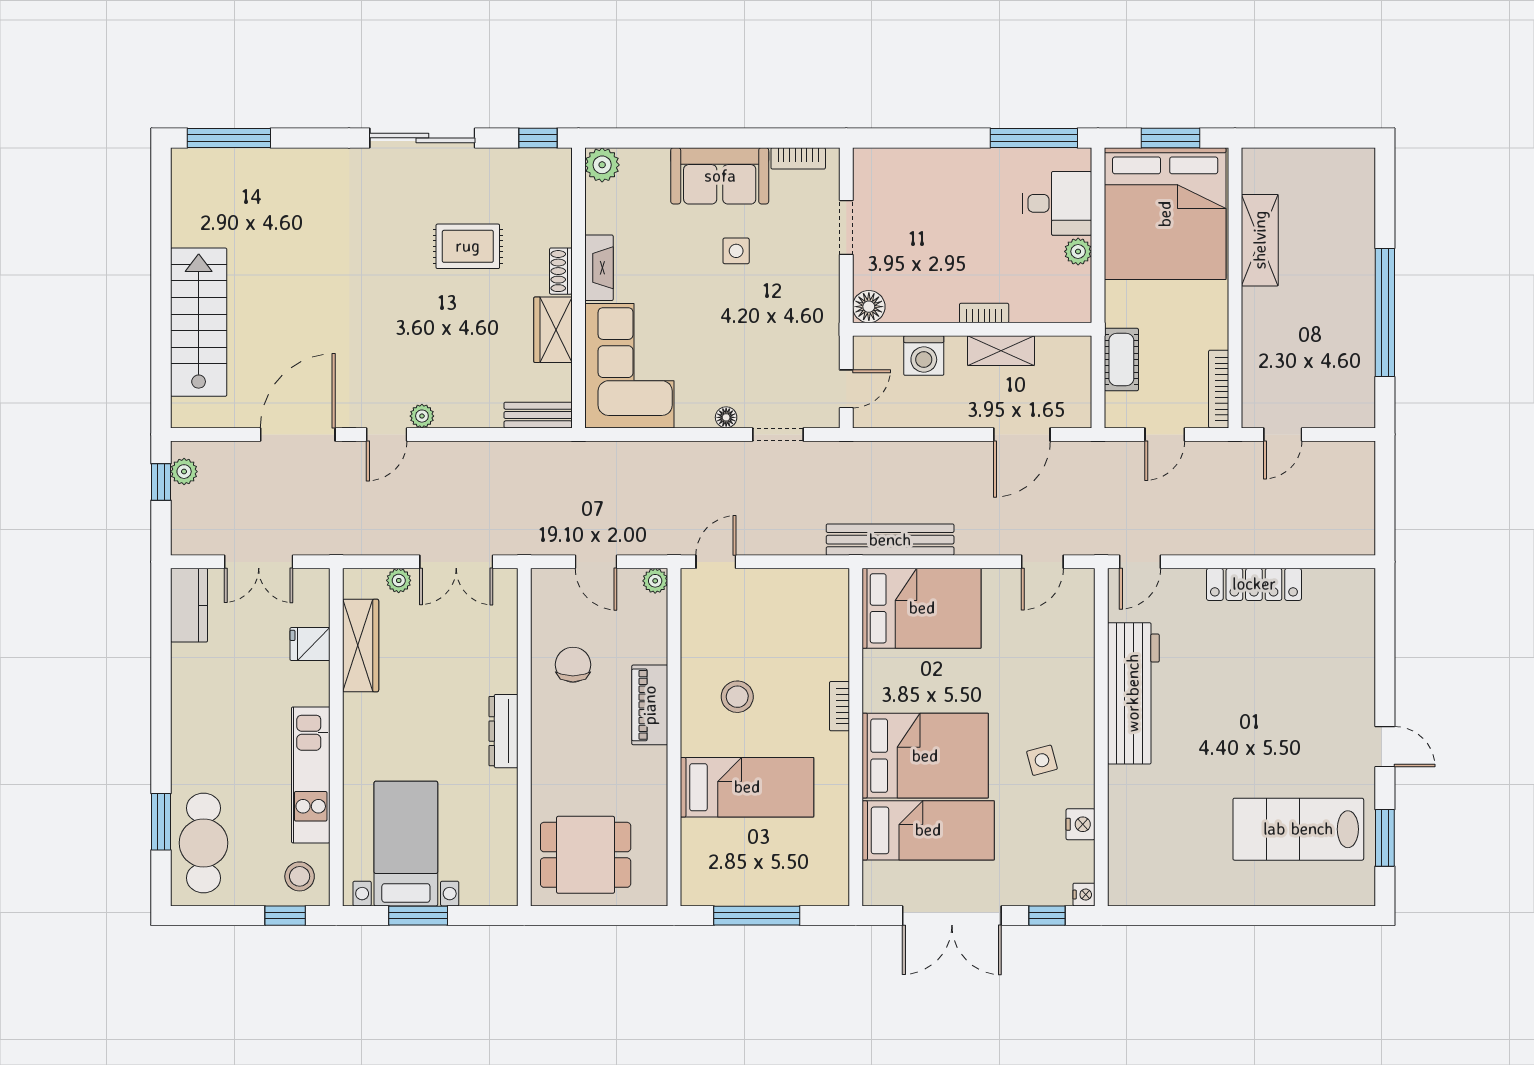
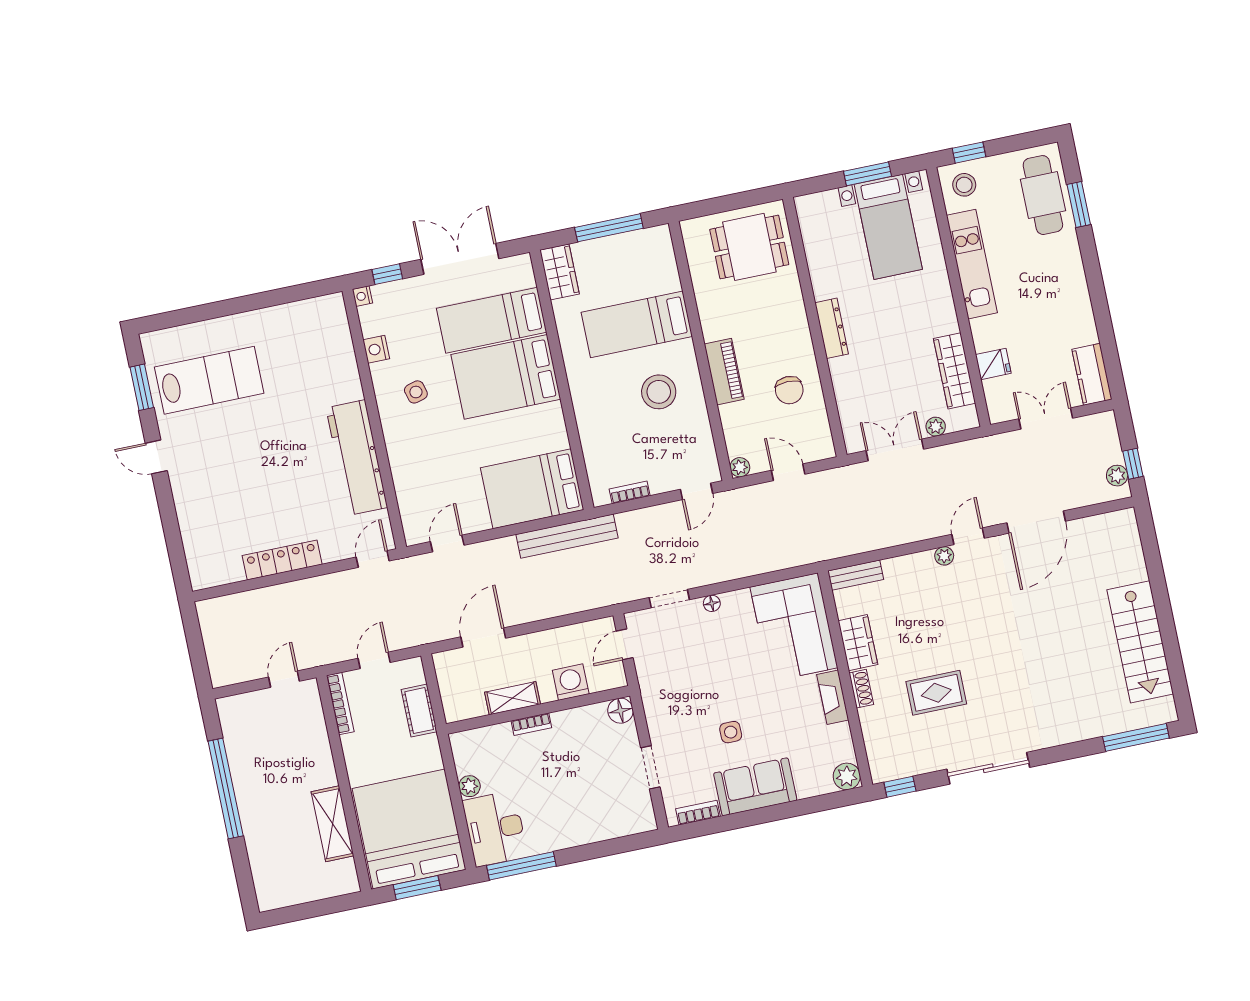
desk: (1057, 203) -> (495, 829), width x1.37
stairs: (199, 322) -> (1140, 642), moved
stool: (737, 697) -> (659, 392), width x1.38, depth x1.38
bookcase: (839, 706) -> (630, 492), moved, turned -90
wardrobe: (830, 873) -> (559, 272), added

